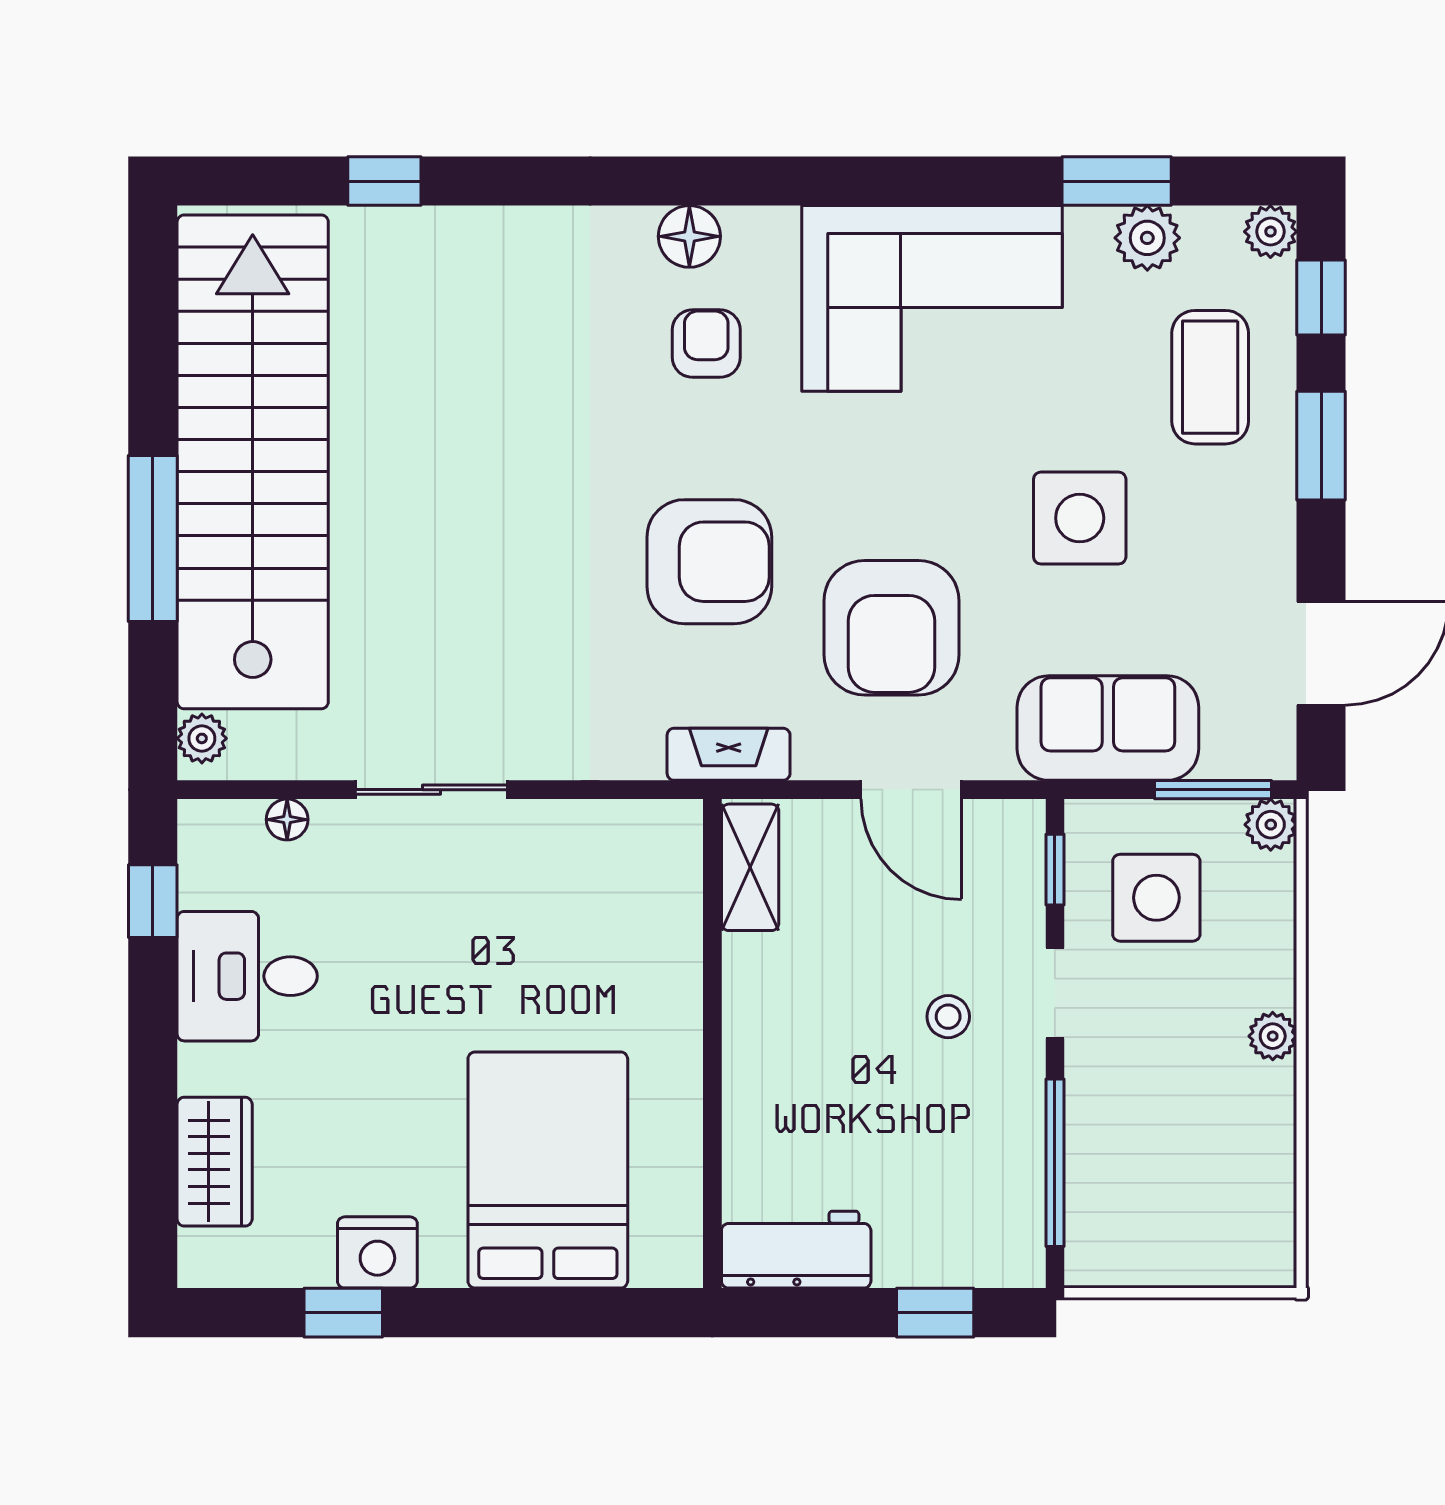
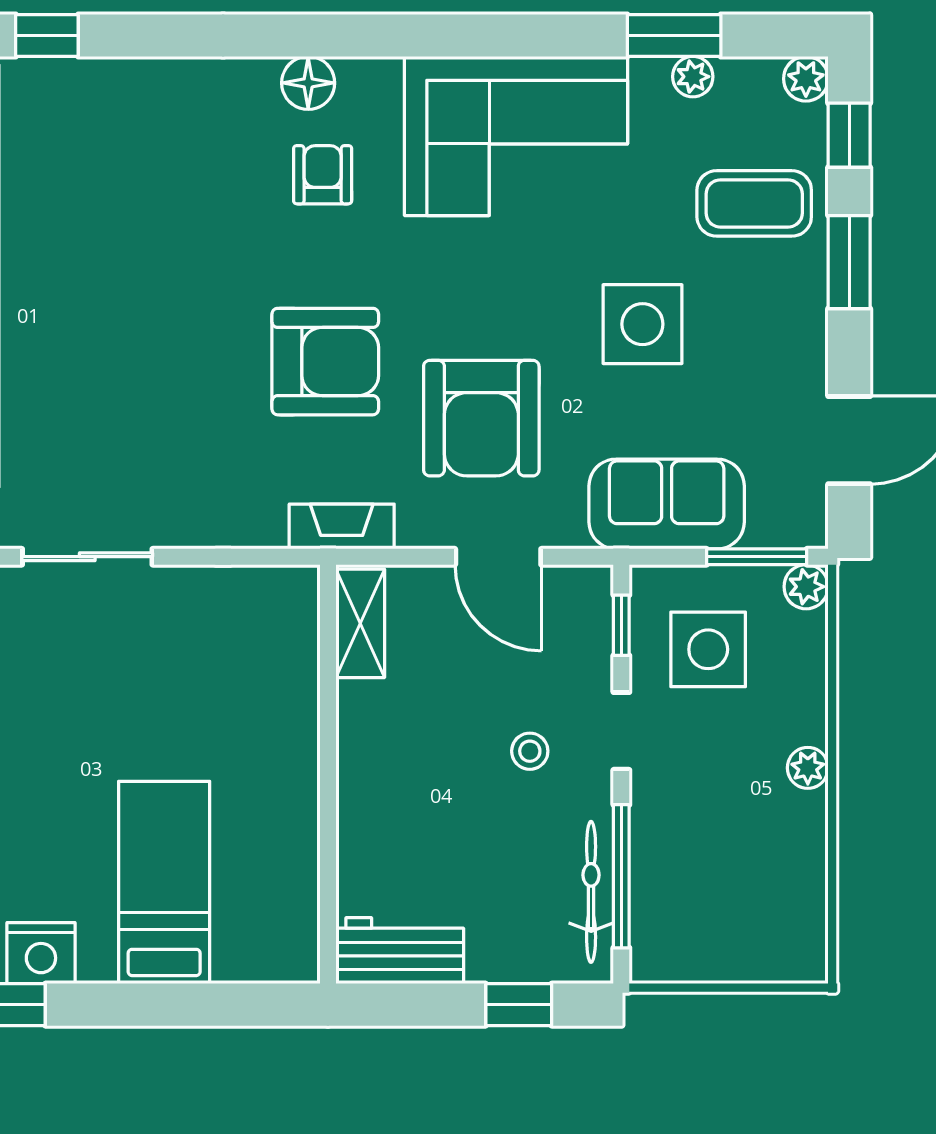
plant: (1147, 238) -> (693, 77), width x0.73, depth x0.73
coffee table: (1210, 377) -> (754, 203), turned 90
bed: (548, 1170) -> (164, 883), width x0.67
bicycle: (1020, 1181) -> (591, 892), added

